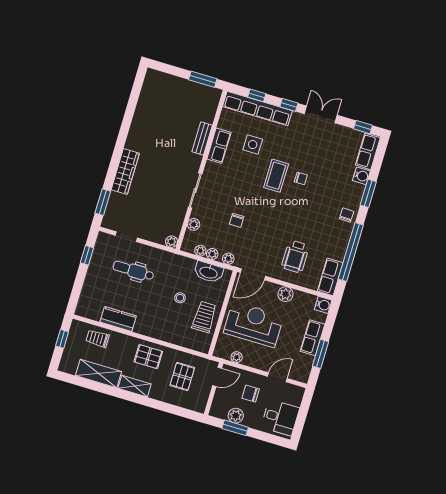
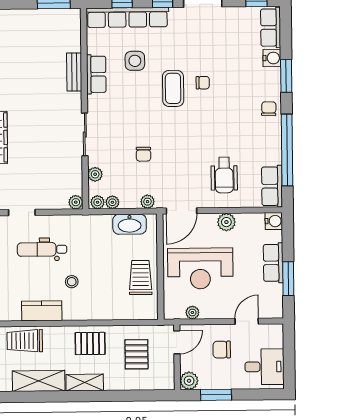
plant: (212, 254) -> (98, 202), moved
stool: (180, 298) -> (72, 282), moved
reception desk: (254, 324) -> (200, 268), turned 180
trolley: (98, 339) -> (25, 341), width x1.36, depth x1.39
plant: (236, 416) -> (189, 381), moved

